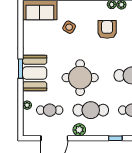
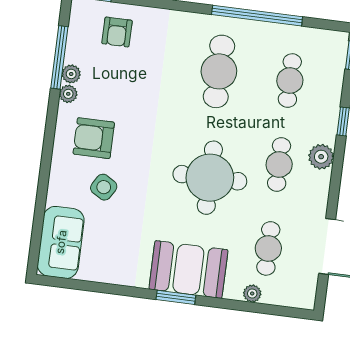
armchair: (107, 29) -> (94, 138), moved
cafe table: (91, 110) -> (279, 164), width x0.73, depth x0.74
plant: (79, 130) -> (321, 157), moved

